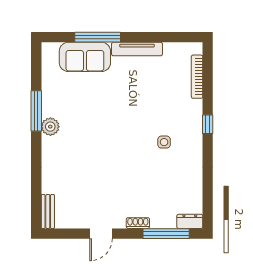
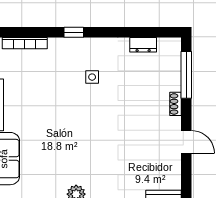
dresser: (190, 221) -> (143, 45), moved, turned -90

